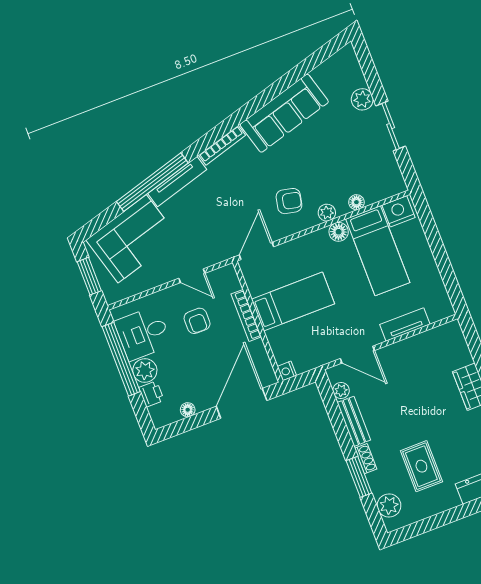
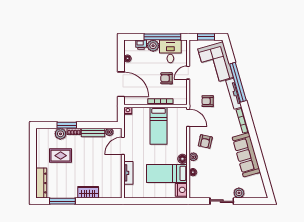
armchair: (210, 226) -> (208, 101), added
door: (192, 276) -> (188, 73), moved
plant: (389, 505) -> (60, 134), moved

